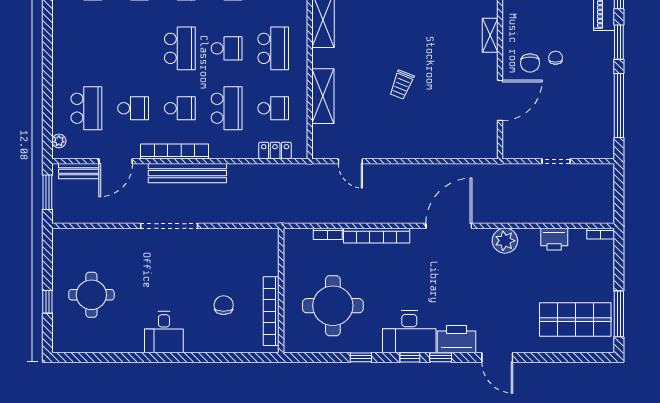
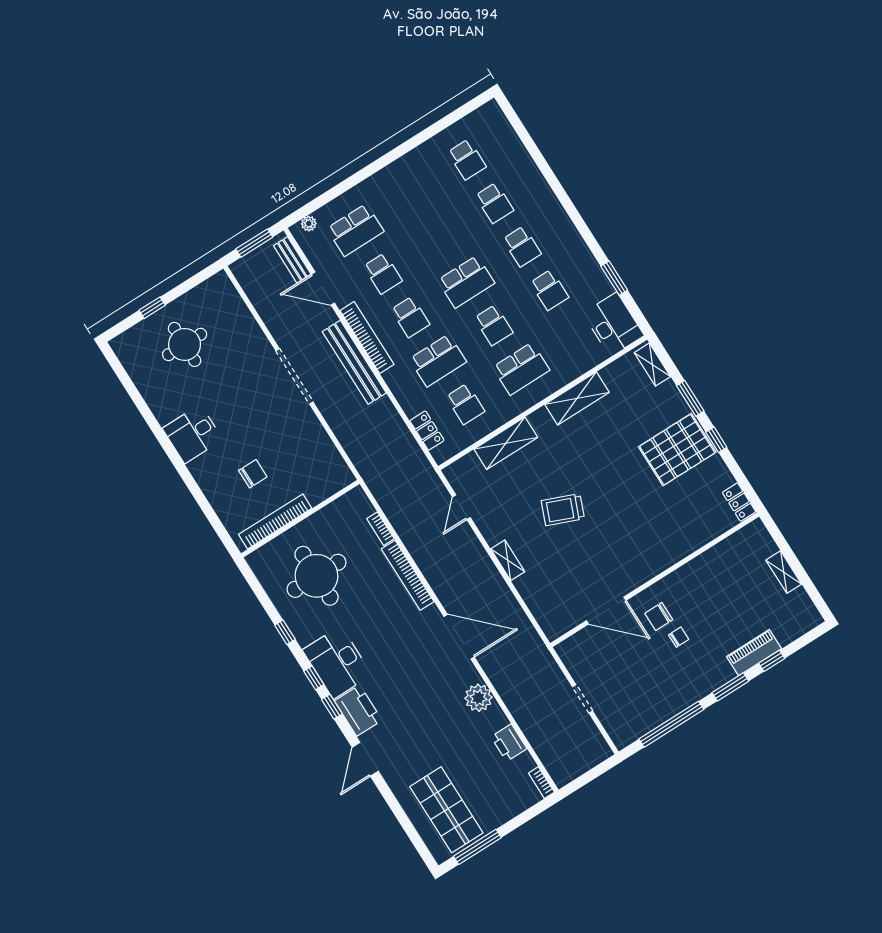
shelving: (490, 35) -> (508, 560), moved, turned 90
trolley: (402, 85) -> (563, 510), width x1.36, depth x1.39

